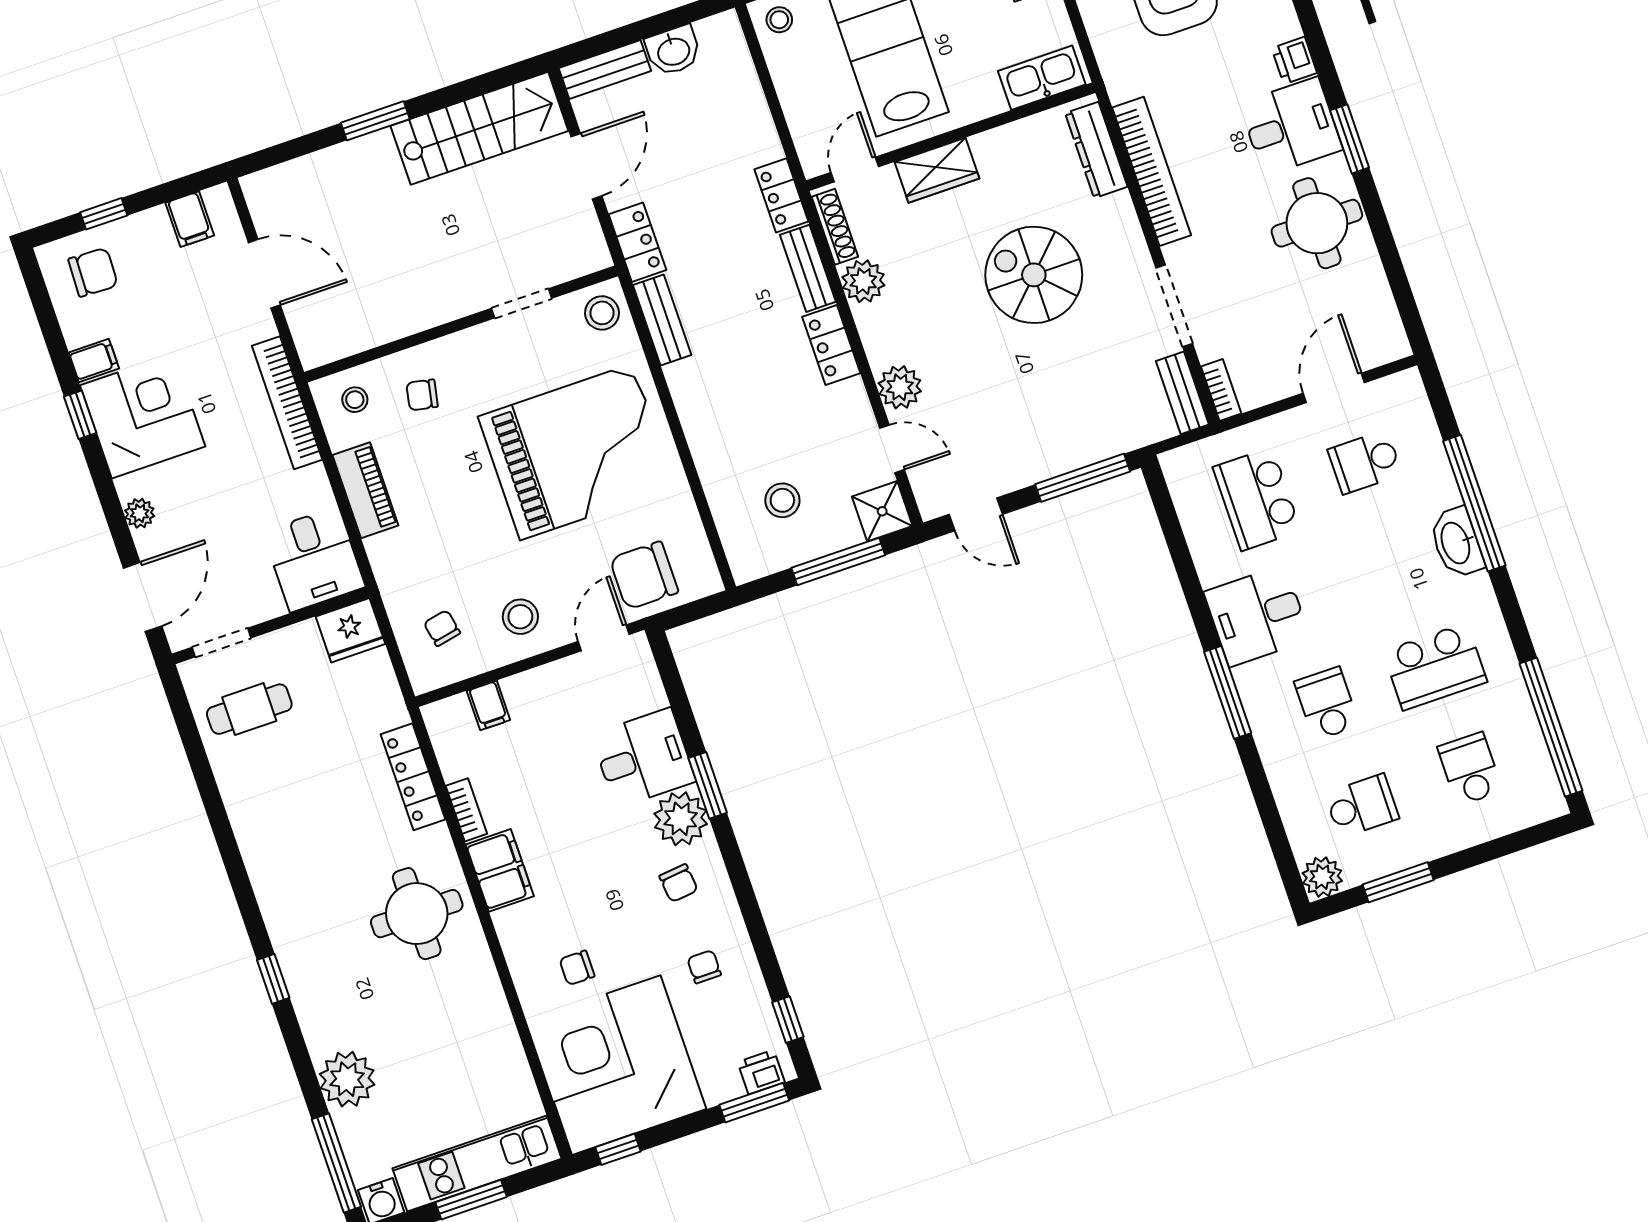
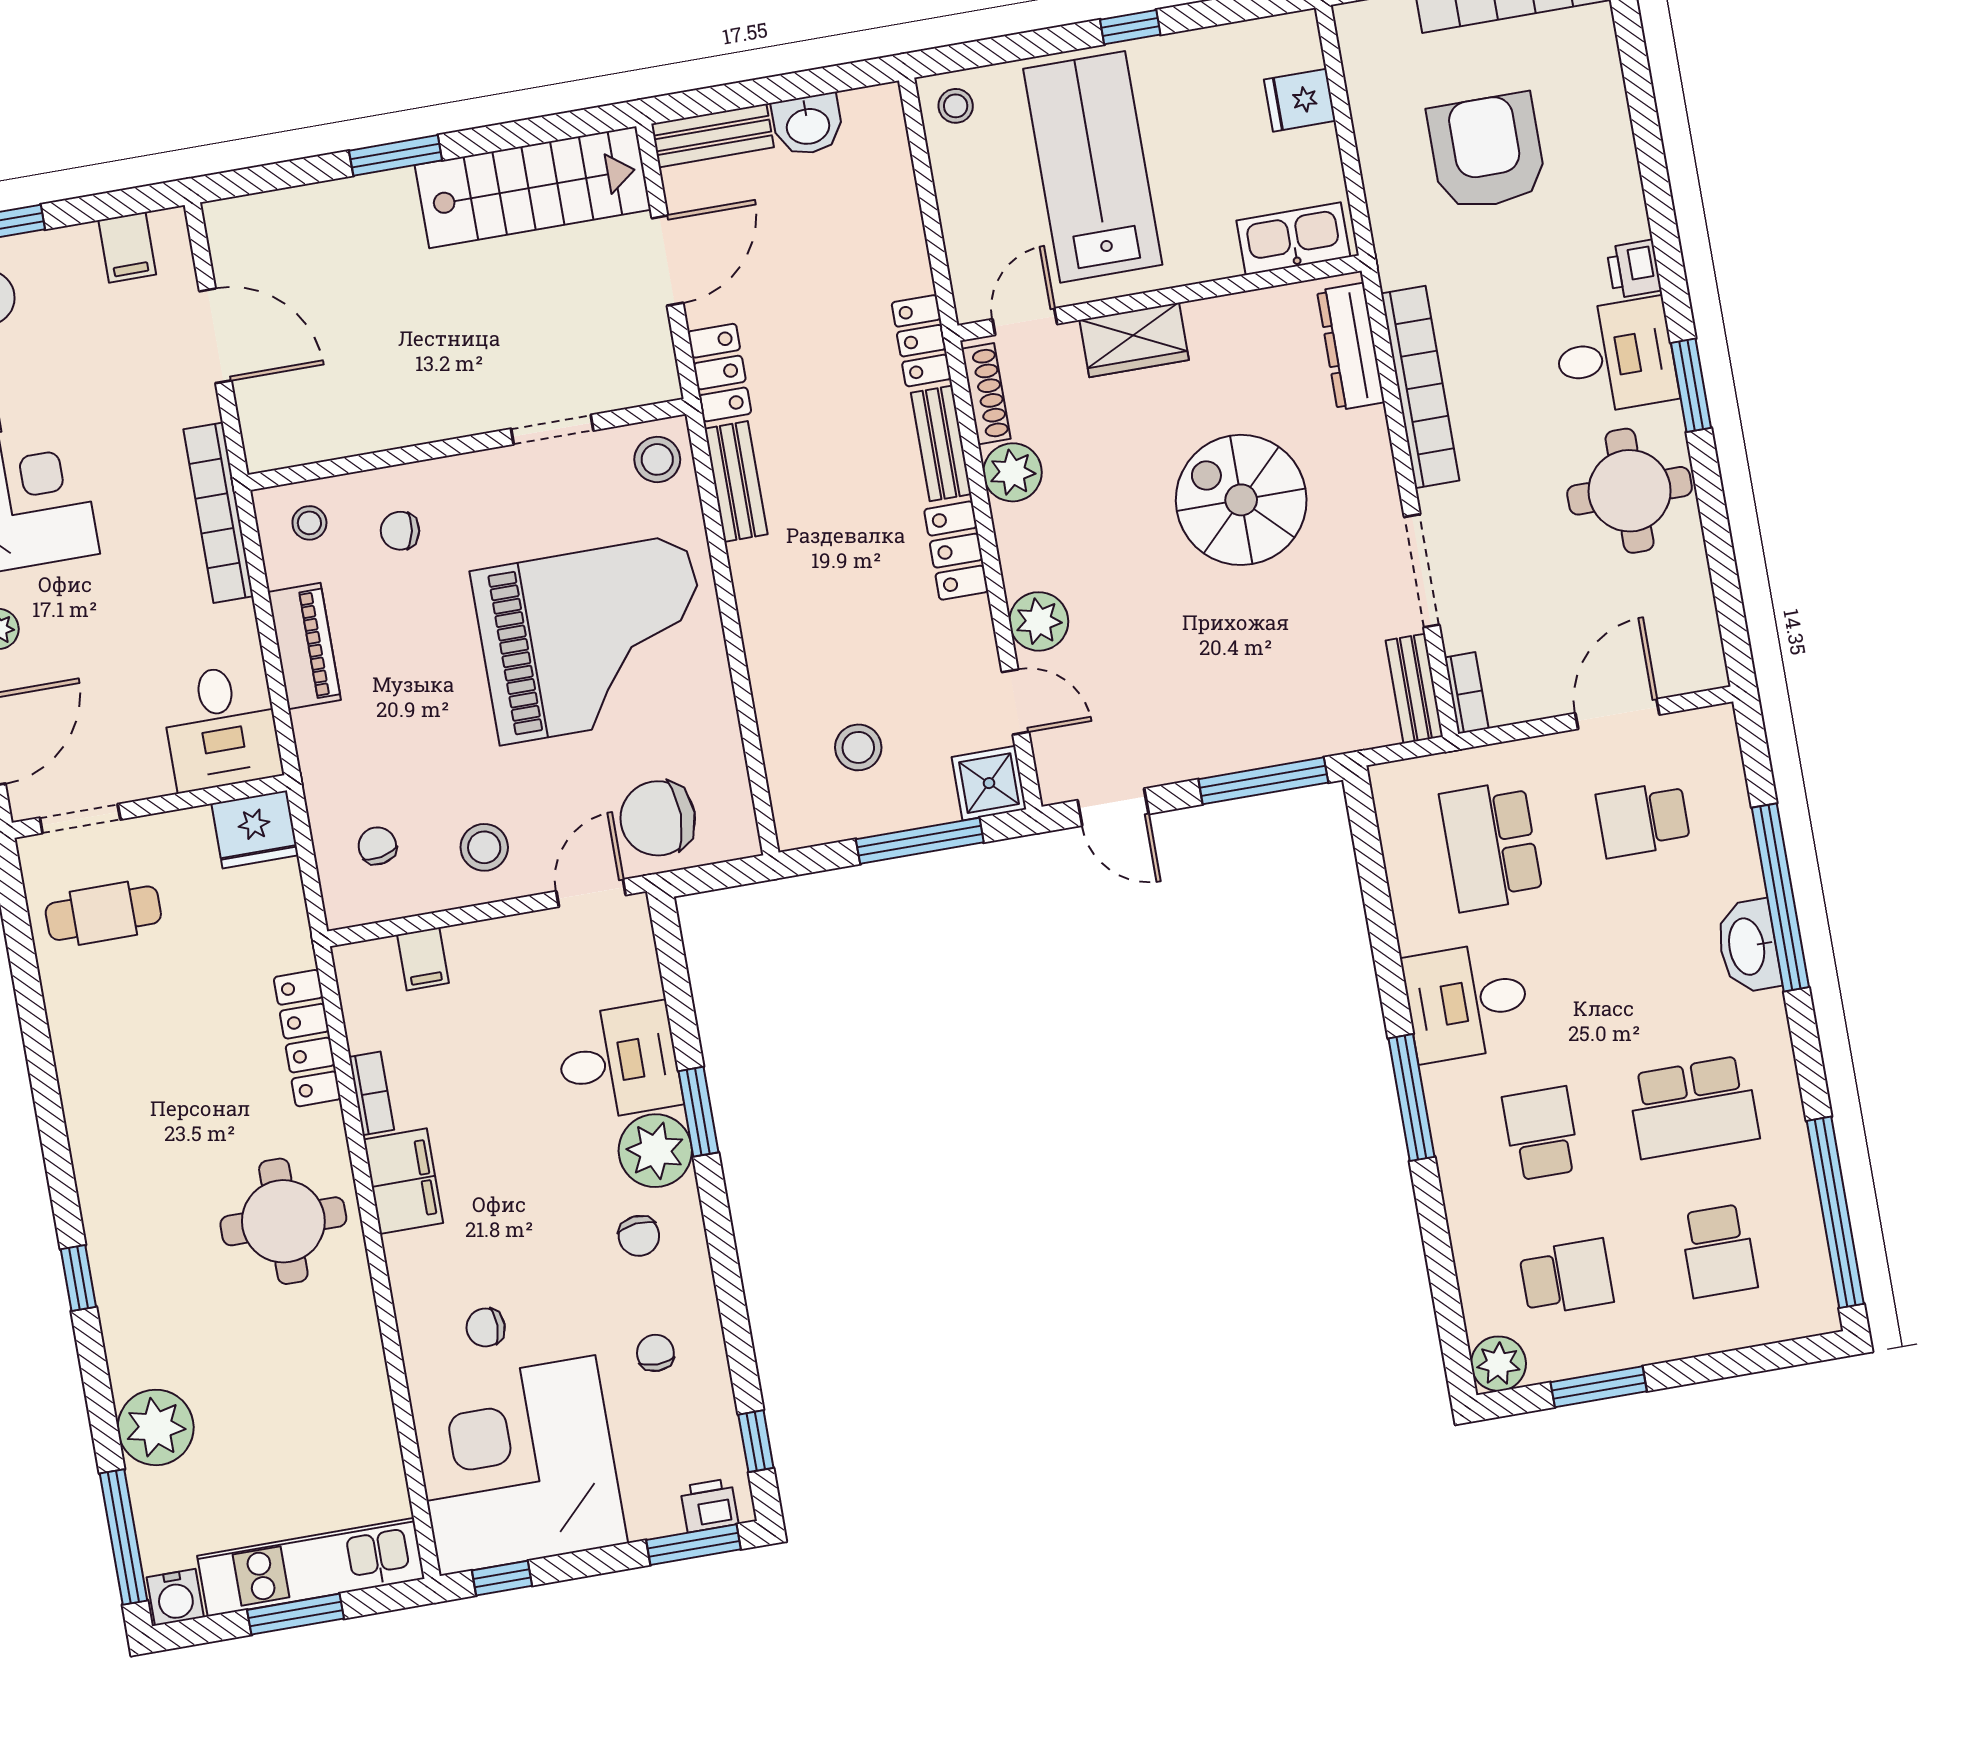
school desk: (1470, 769) -> (1718, 1251), turned 180

